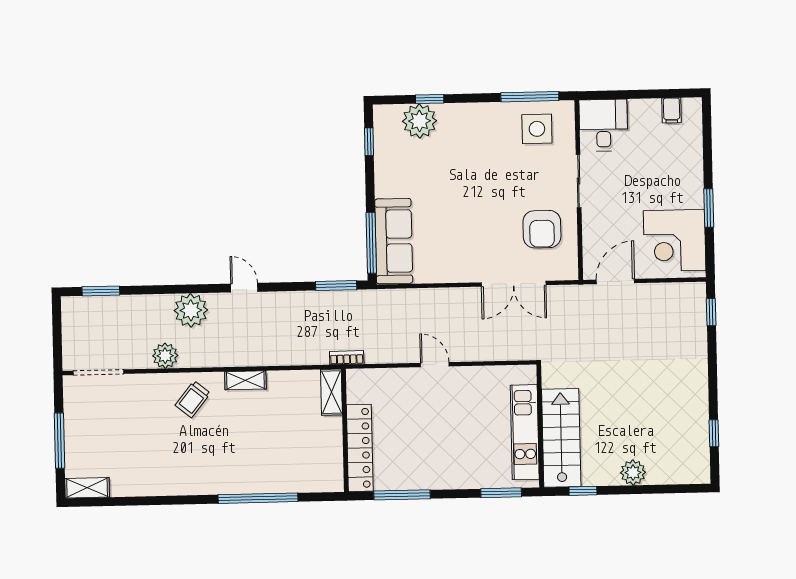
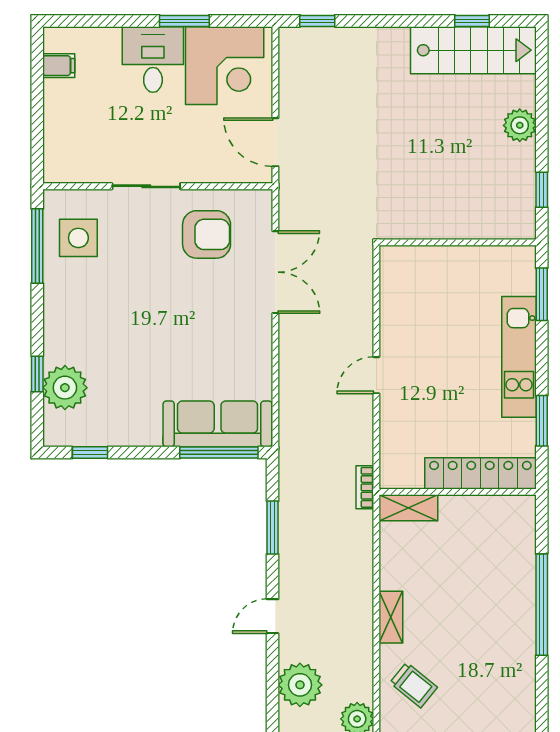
desk: (603, 125) -> (153, 59), moved, turned 90
window: (336, 286) -> (273, 528), moved
kitchen unit: (525, 432) -> (519, 357), moved, turned 90
stairs: (561, 438) -> (473, 50), moved, turned 180
window: (402, 495) -> (542, 421), width x0.69

